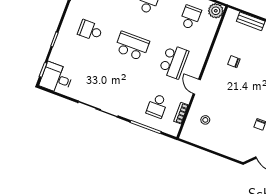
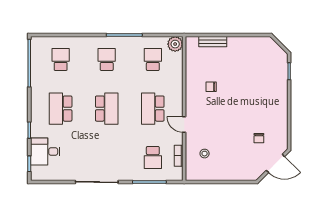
school desk: (90, 30) -> (61, 109), width x1.85
school desk: (132, 46) -> (107, 109), turned 90
school desk: (174, 62) -> (153, 109), turned 180
desk: (56, 78) -> (45, 151), moved

